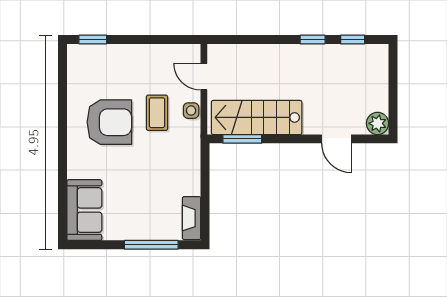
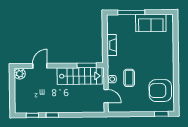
armchair: (109, 122) -> (160, 91), moved
door: (336, 139) -> (40, 66), hinge flipped
sofa: (84, 210) -> (151, 23), moved, turned -90
fireplace: (192, 218) -> (112, 45), moved

